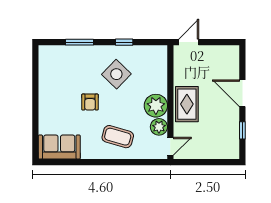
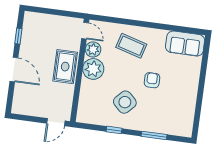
door: (170, 146) -> (85, 31), swing flipped

